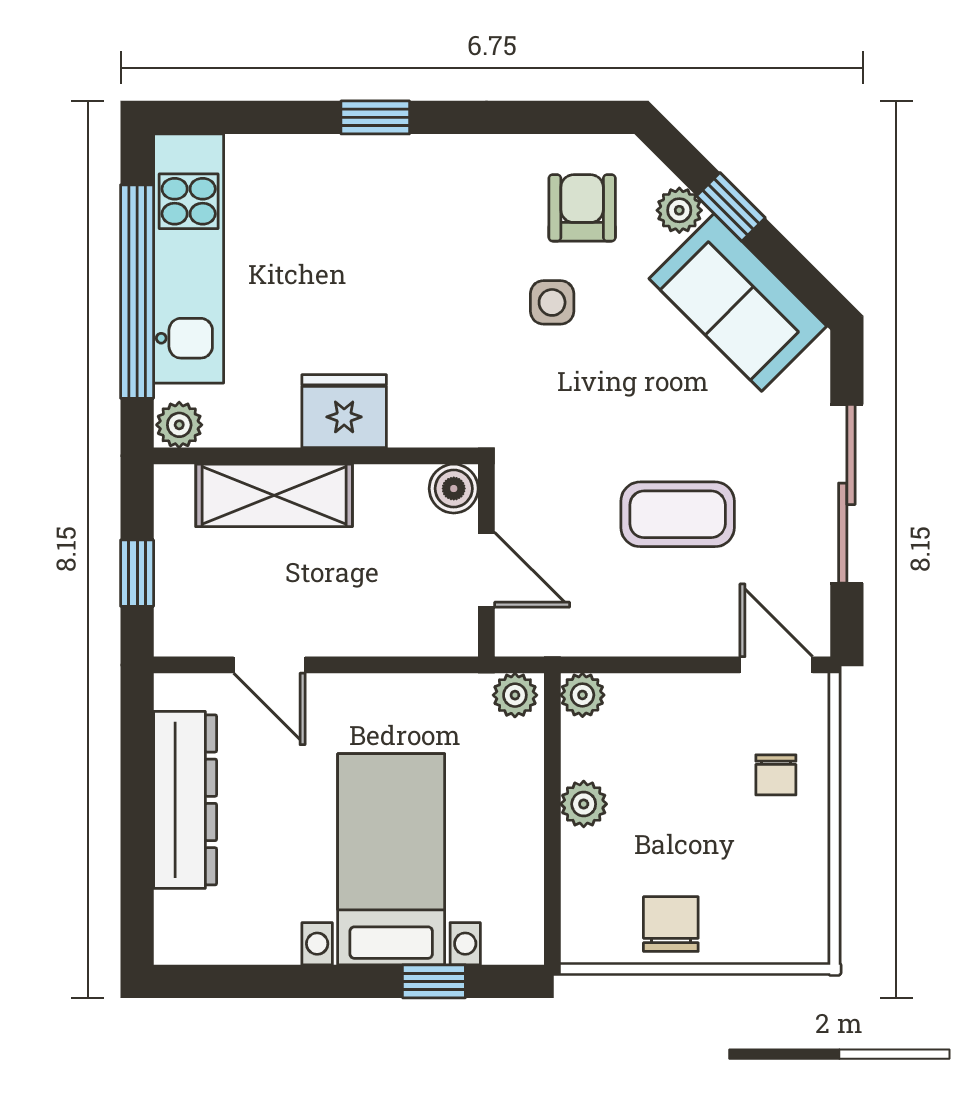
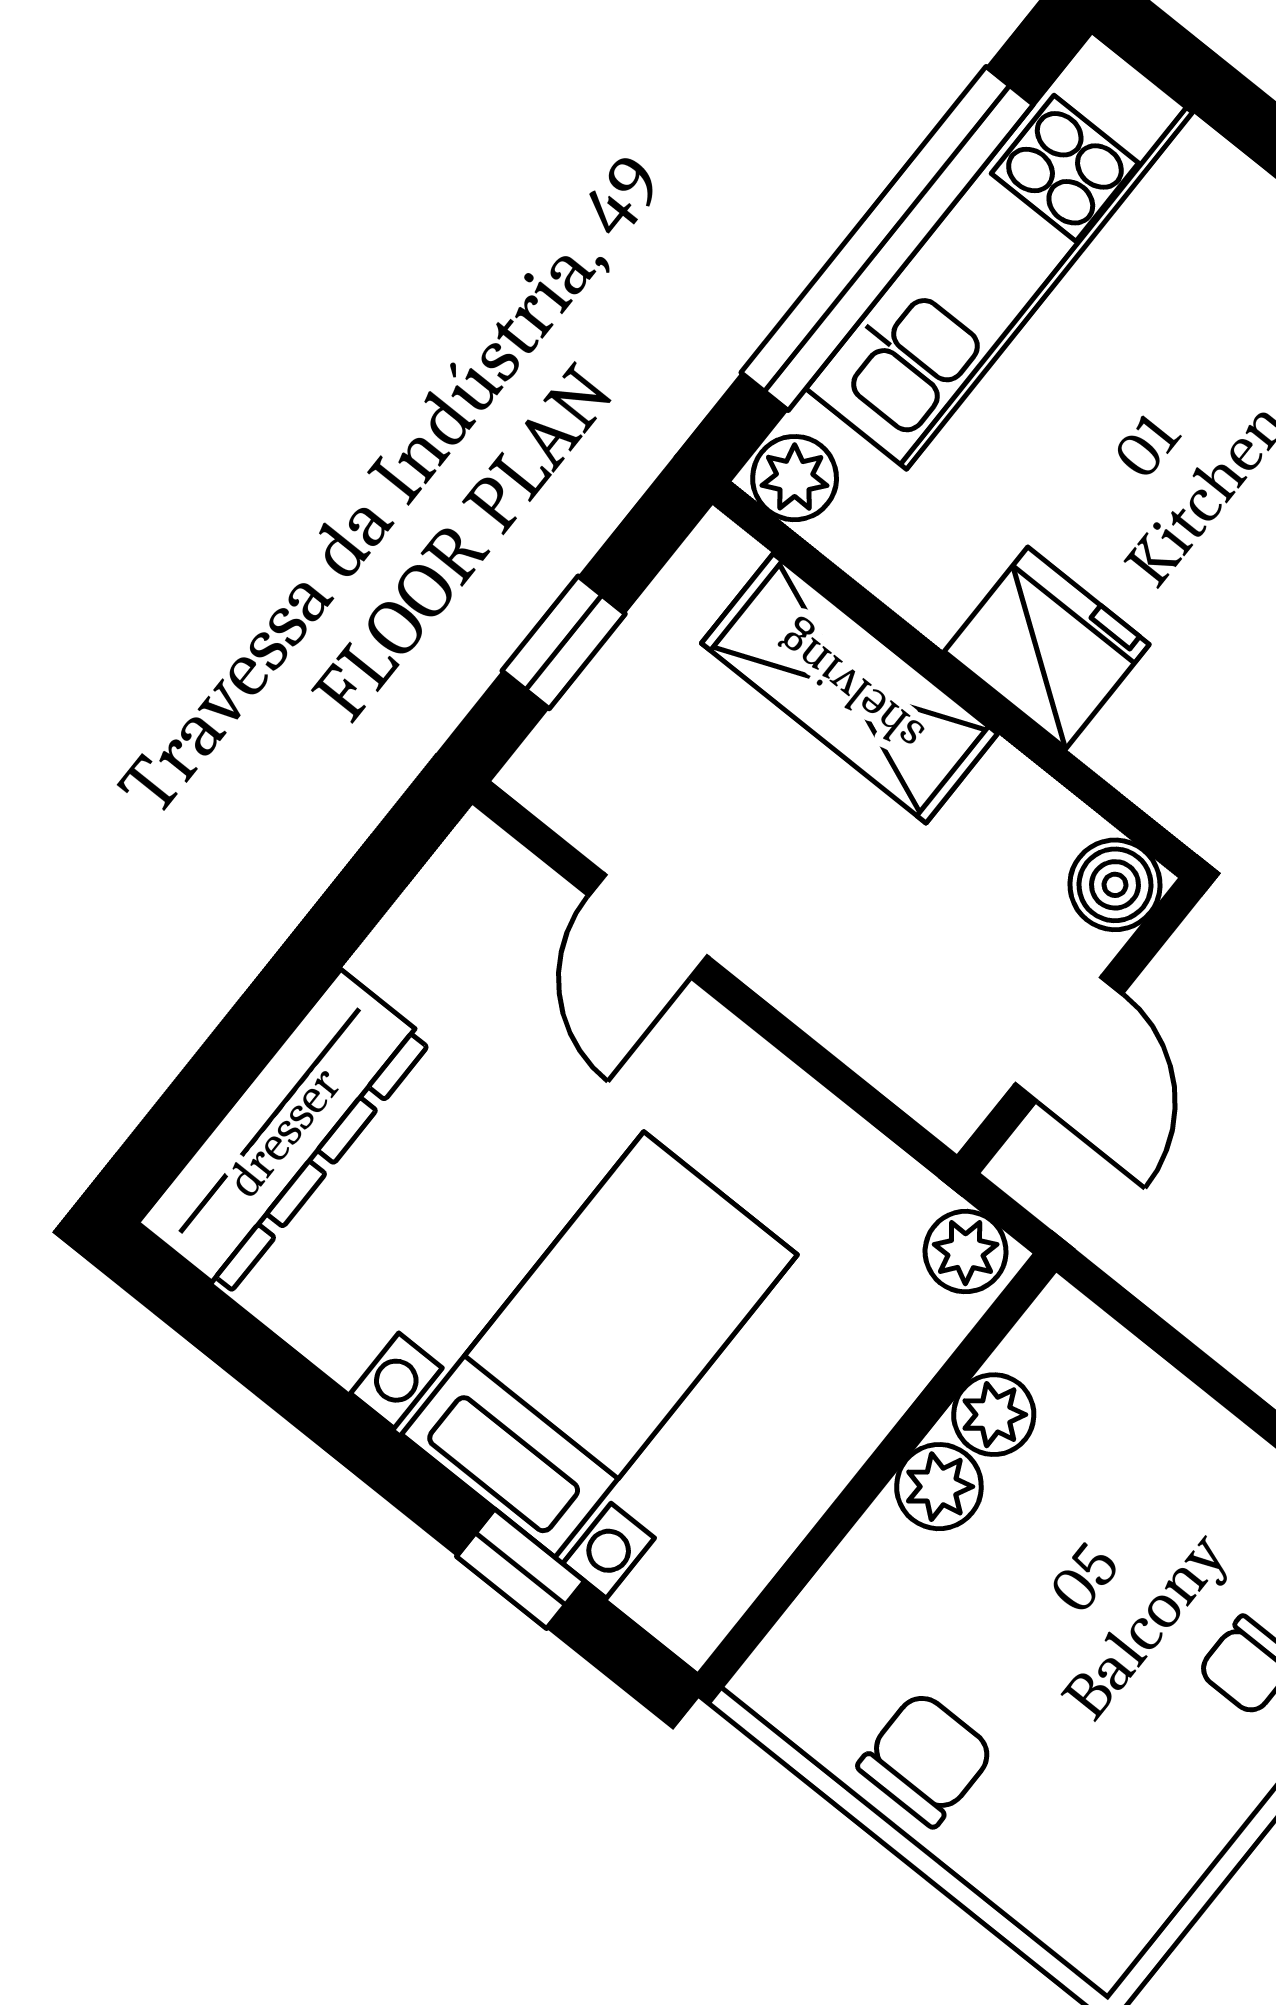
plant: (582, 695) -> (994, 1415), moved
dresser: (185, 800) -> (284, 1132), moved

